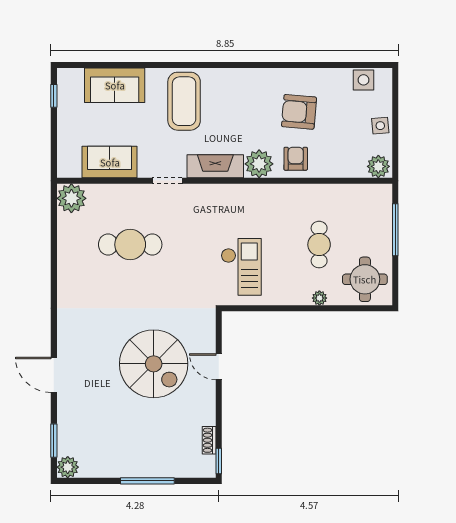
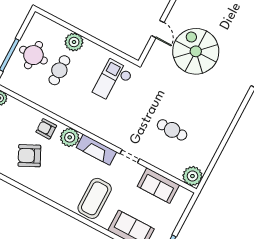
armchair: (299, 112) -> (29, 156), turned 149
armchair: (296, 159) -> (46, 129), turned 90
cafe table: (130, 245) -> (172, 130), width x0.73, depth x0.74
round table: (365, 279) -> (33, 55), moved
plant: (319, 298) -> (74, 42), width x1.87, depth x1.87

